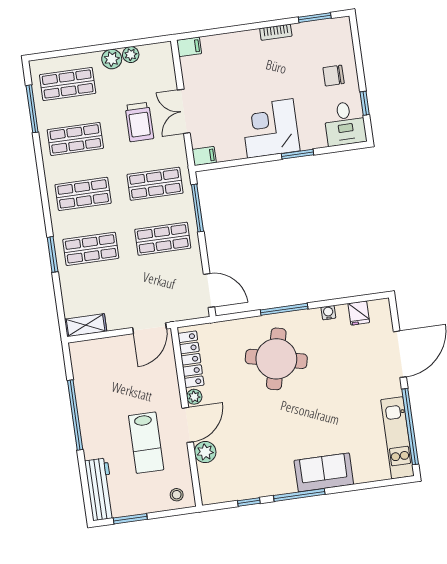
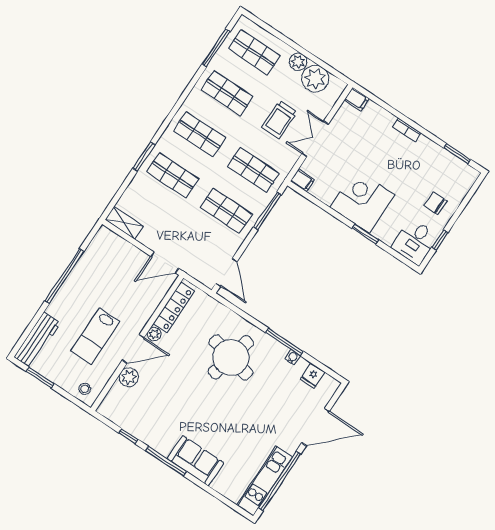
bookcase: (276, 32) -> (407, 130), moved
plant: (131, 55) -> (315, 79), width x1.88, depth x1.88
window: (284, 309) -> (284, 342), moved

